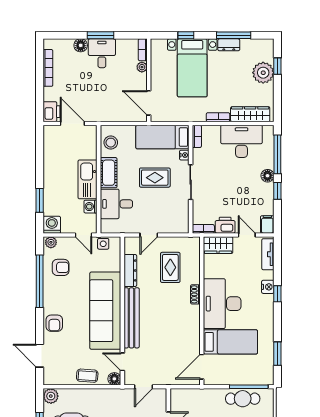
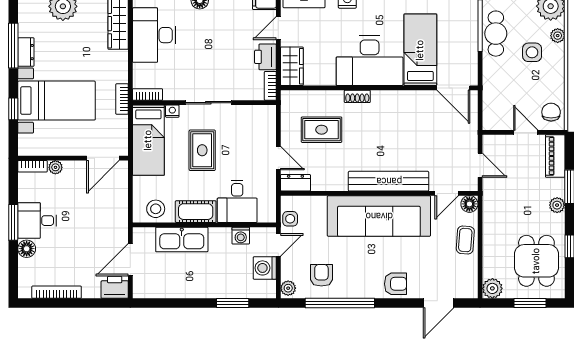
bookcase: (218, 117) -> (122, 99), moved
kitchen sink: (88, 179) -> (182, 240), moved
washing machine: (52, 225) -> (265, 268), moved
dresser: (130, 270) -> (295, 183), moved, width x0.70

